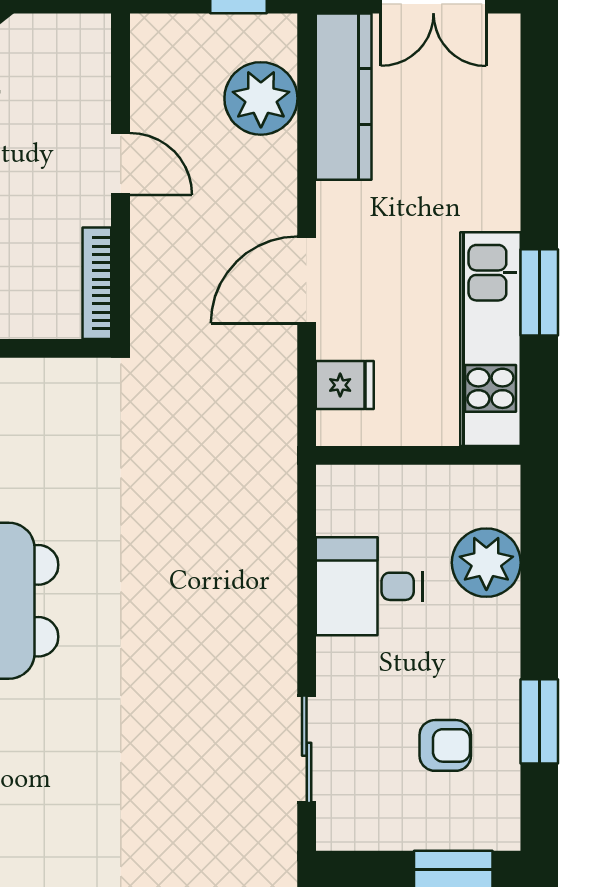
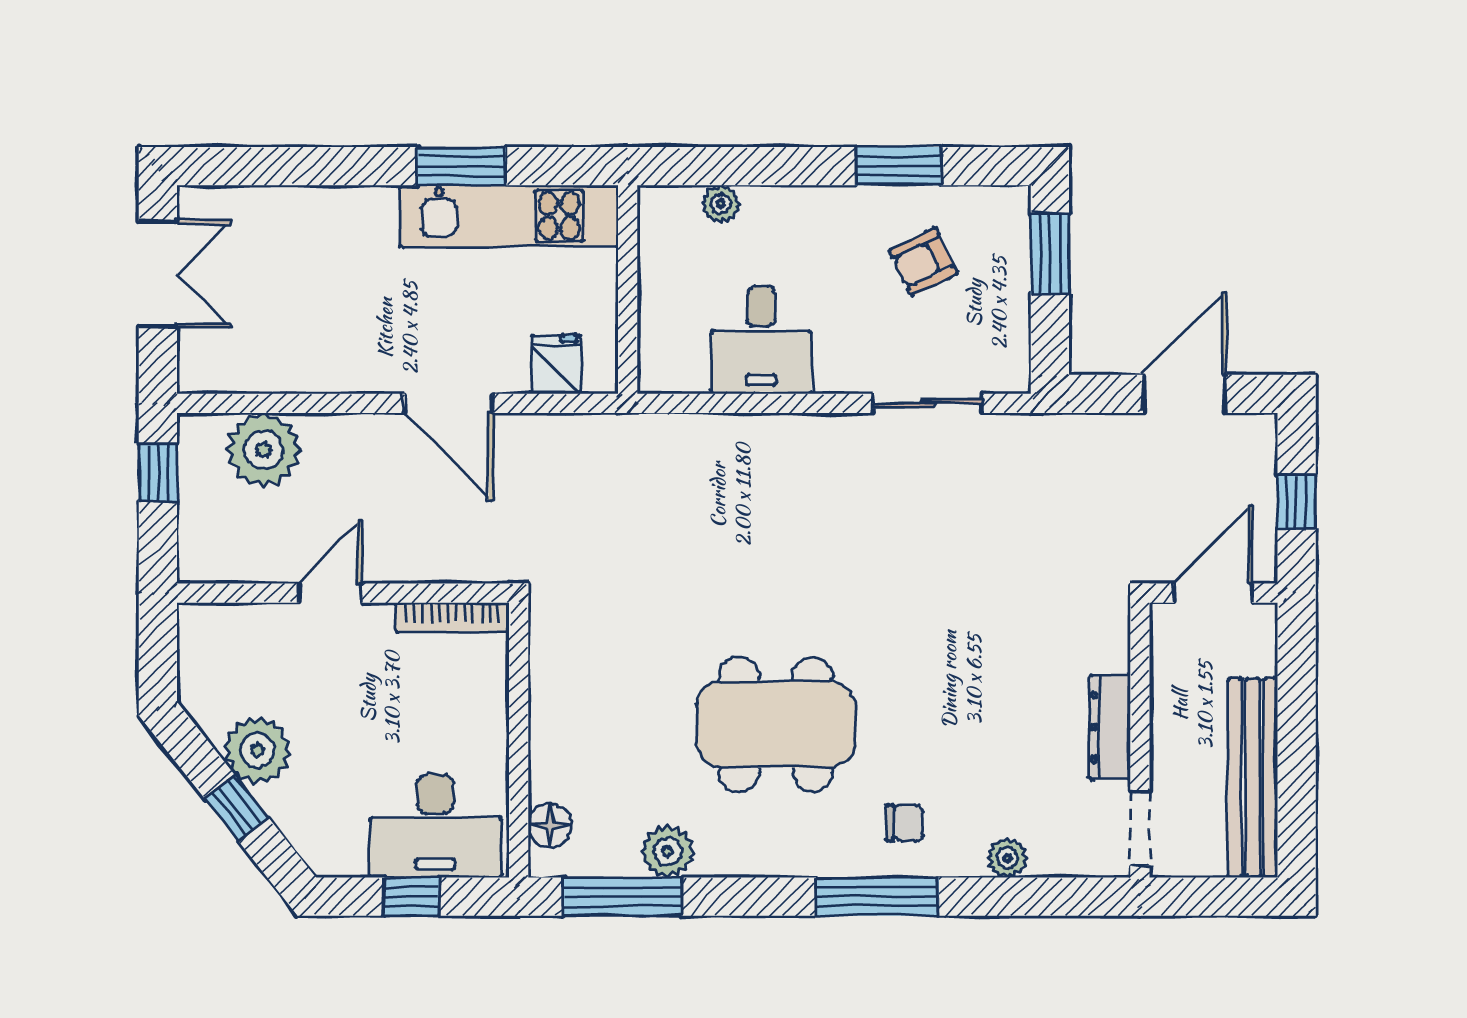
kitchen counter: (344, 97) -> (262, 366), removed
plant: (486, 563) -> (721, 204), width x0.53, depth x0.53
armchair: (445, 745) -> (923, 262), turned -116

